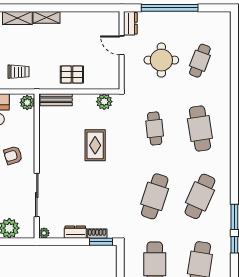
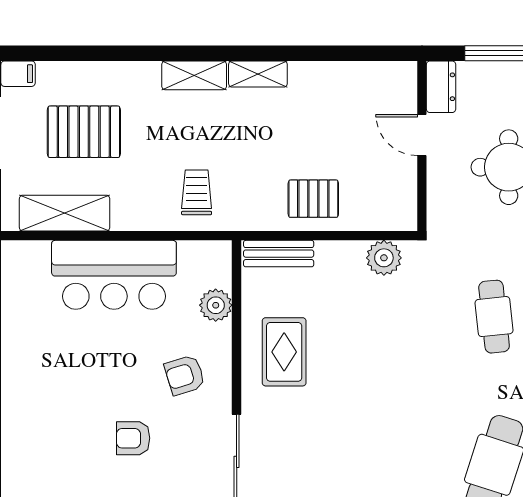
trolley: (18, 72) -> (197, 192), turned -90
plant: (27, 102) -> (216, 305), moved
rug: (95, 145) -> (284, 352), moved

